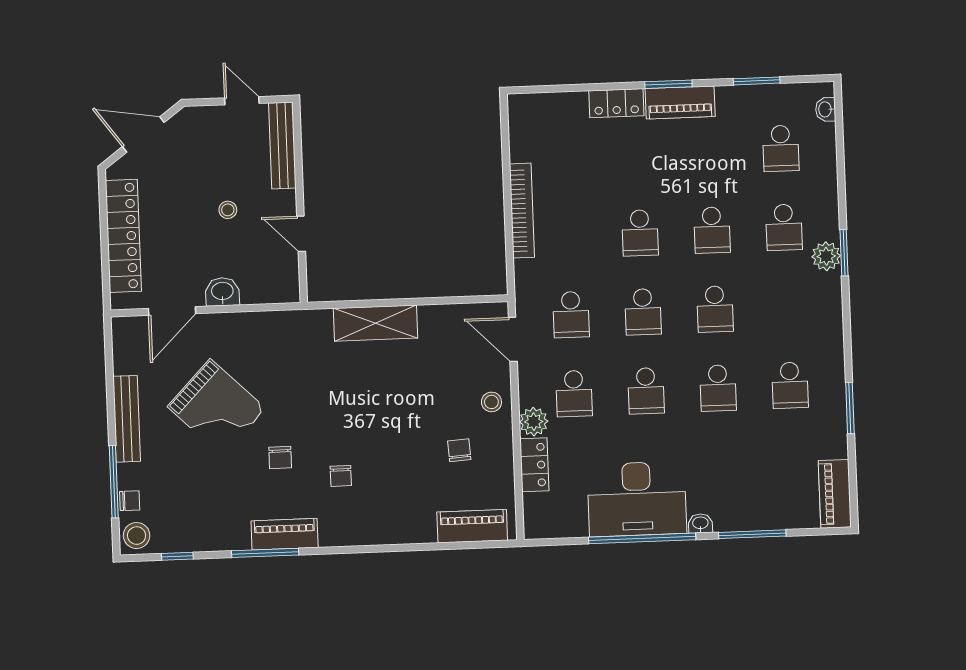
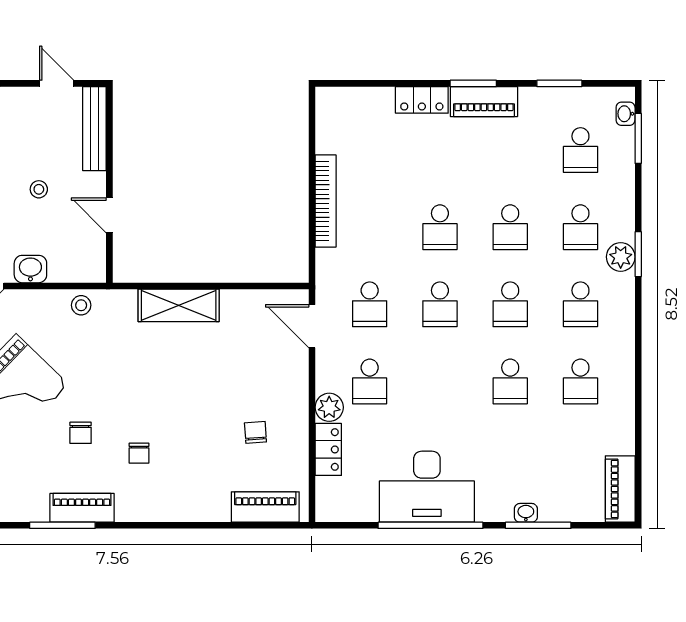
school desk: (646, 391) -> (580, 304), moved
stool: (491, 402) -> (81, 305), moved
window: (850, 408) -> (638, 138), moved
washbasin: (700, 523) -> (526, 513), moved

